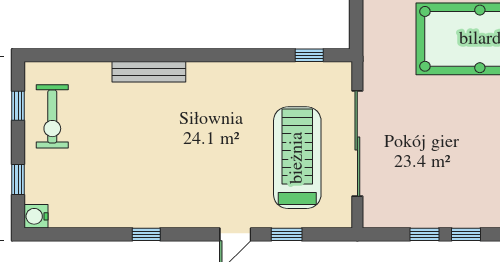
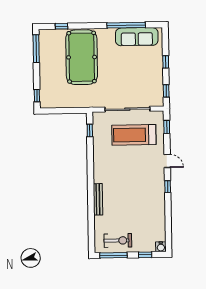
window: (18, 106) -> (113, 255), width x2.17
window: (146, 234) -> (168, 187), moved
window: (287, 234) -> (167, 127), moved
window: (425, 234) -> (166, 91), moved

